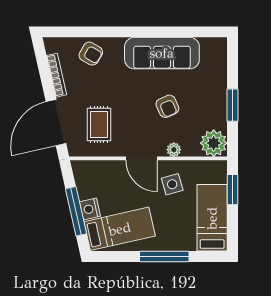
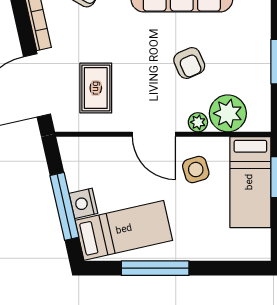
plant: (214, 143) -> (228, 113), moved
bed: (212, 218) -> (250, 182), moved, turned 180
window: (164, 256) -> (155, 268), moved

